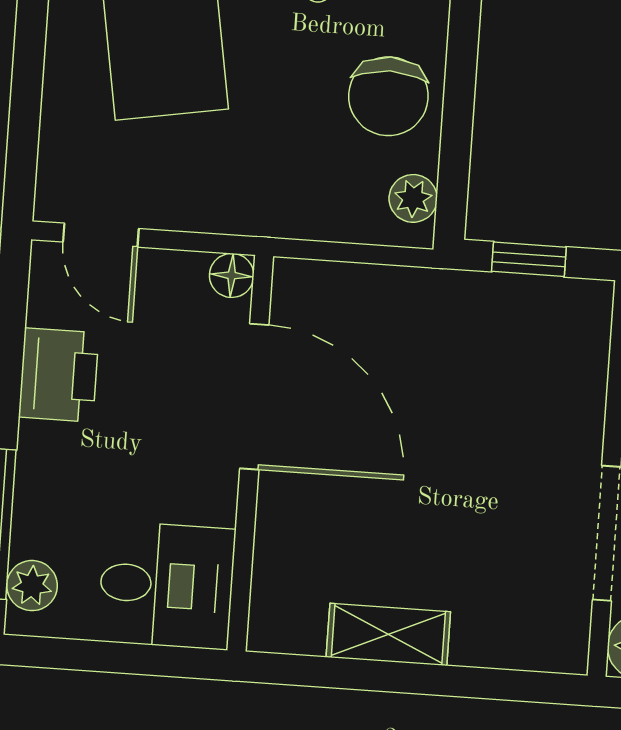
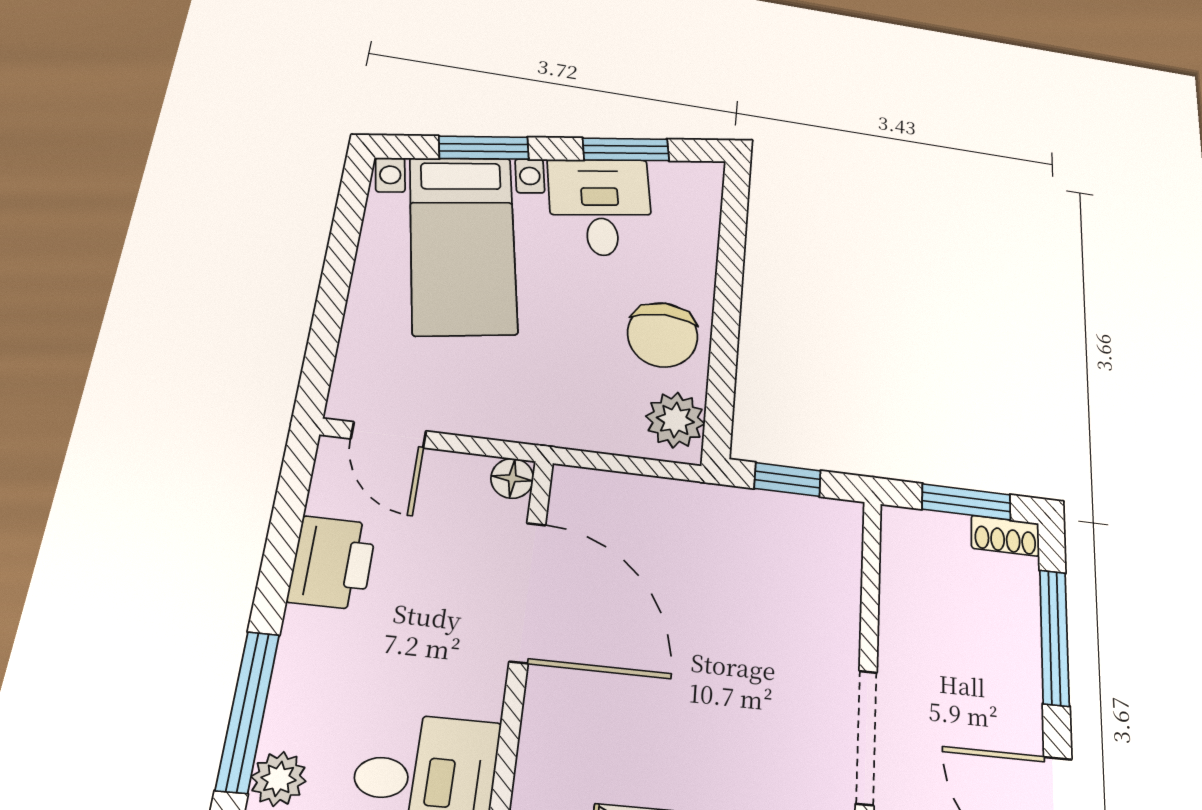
plant: (413, 198) -> (675, 420), width x1.38, depth x1.38

